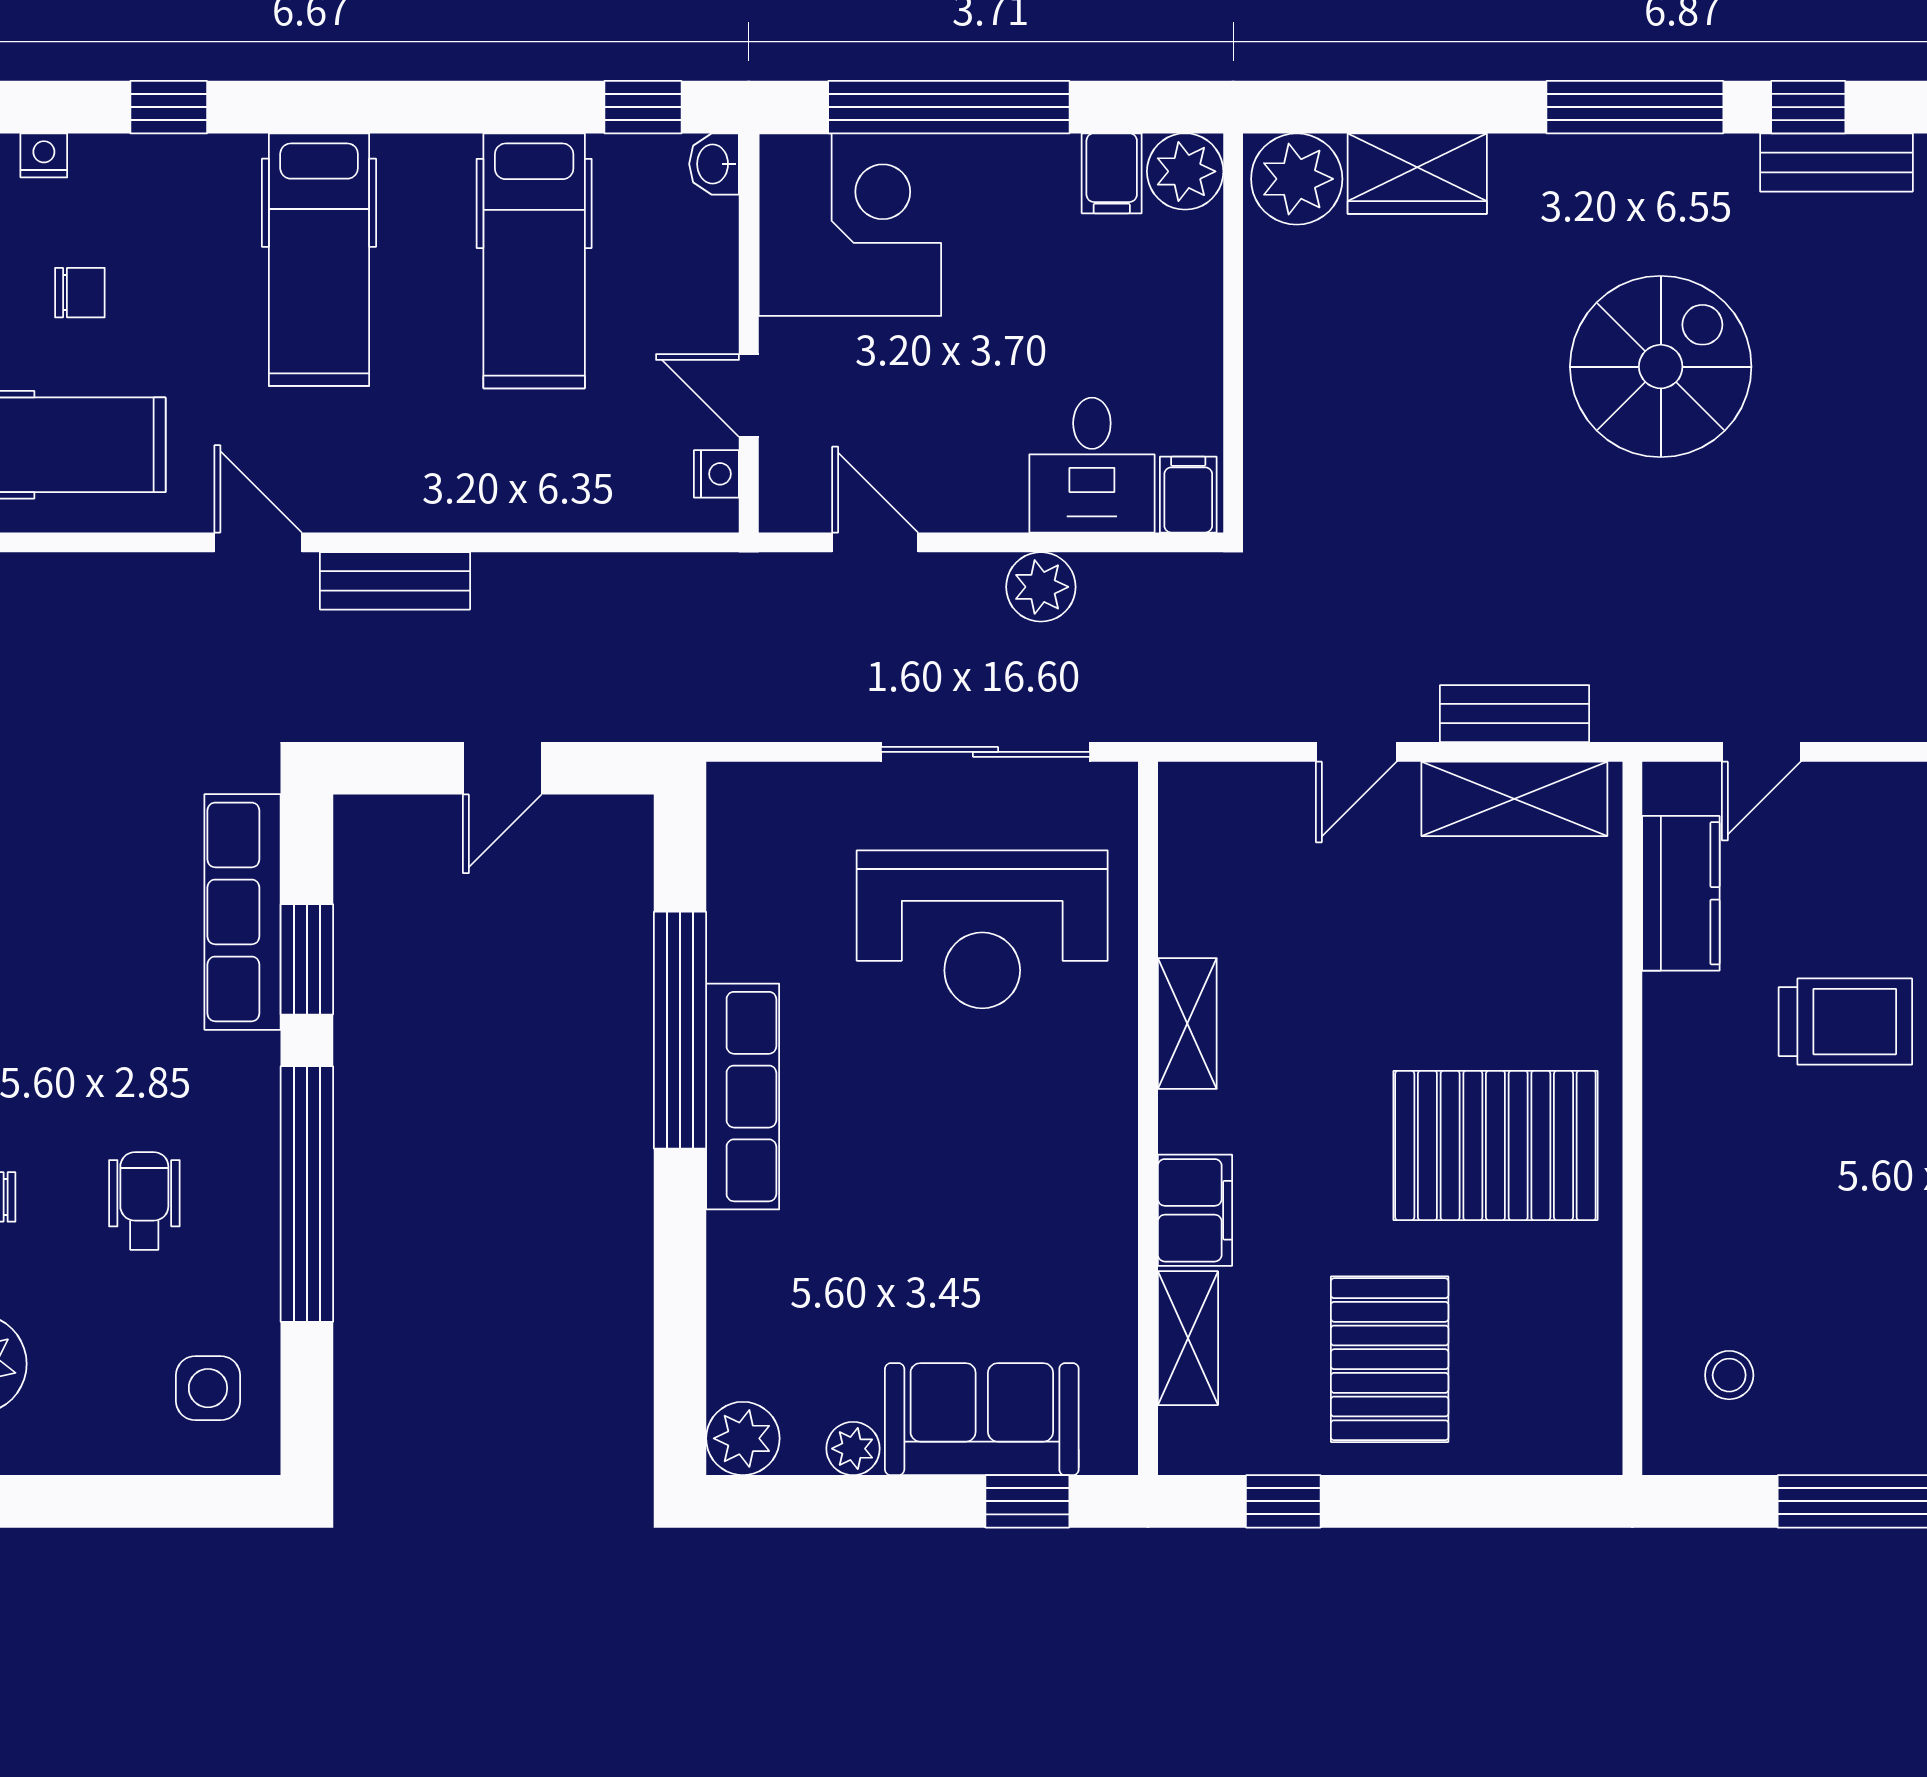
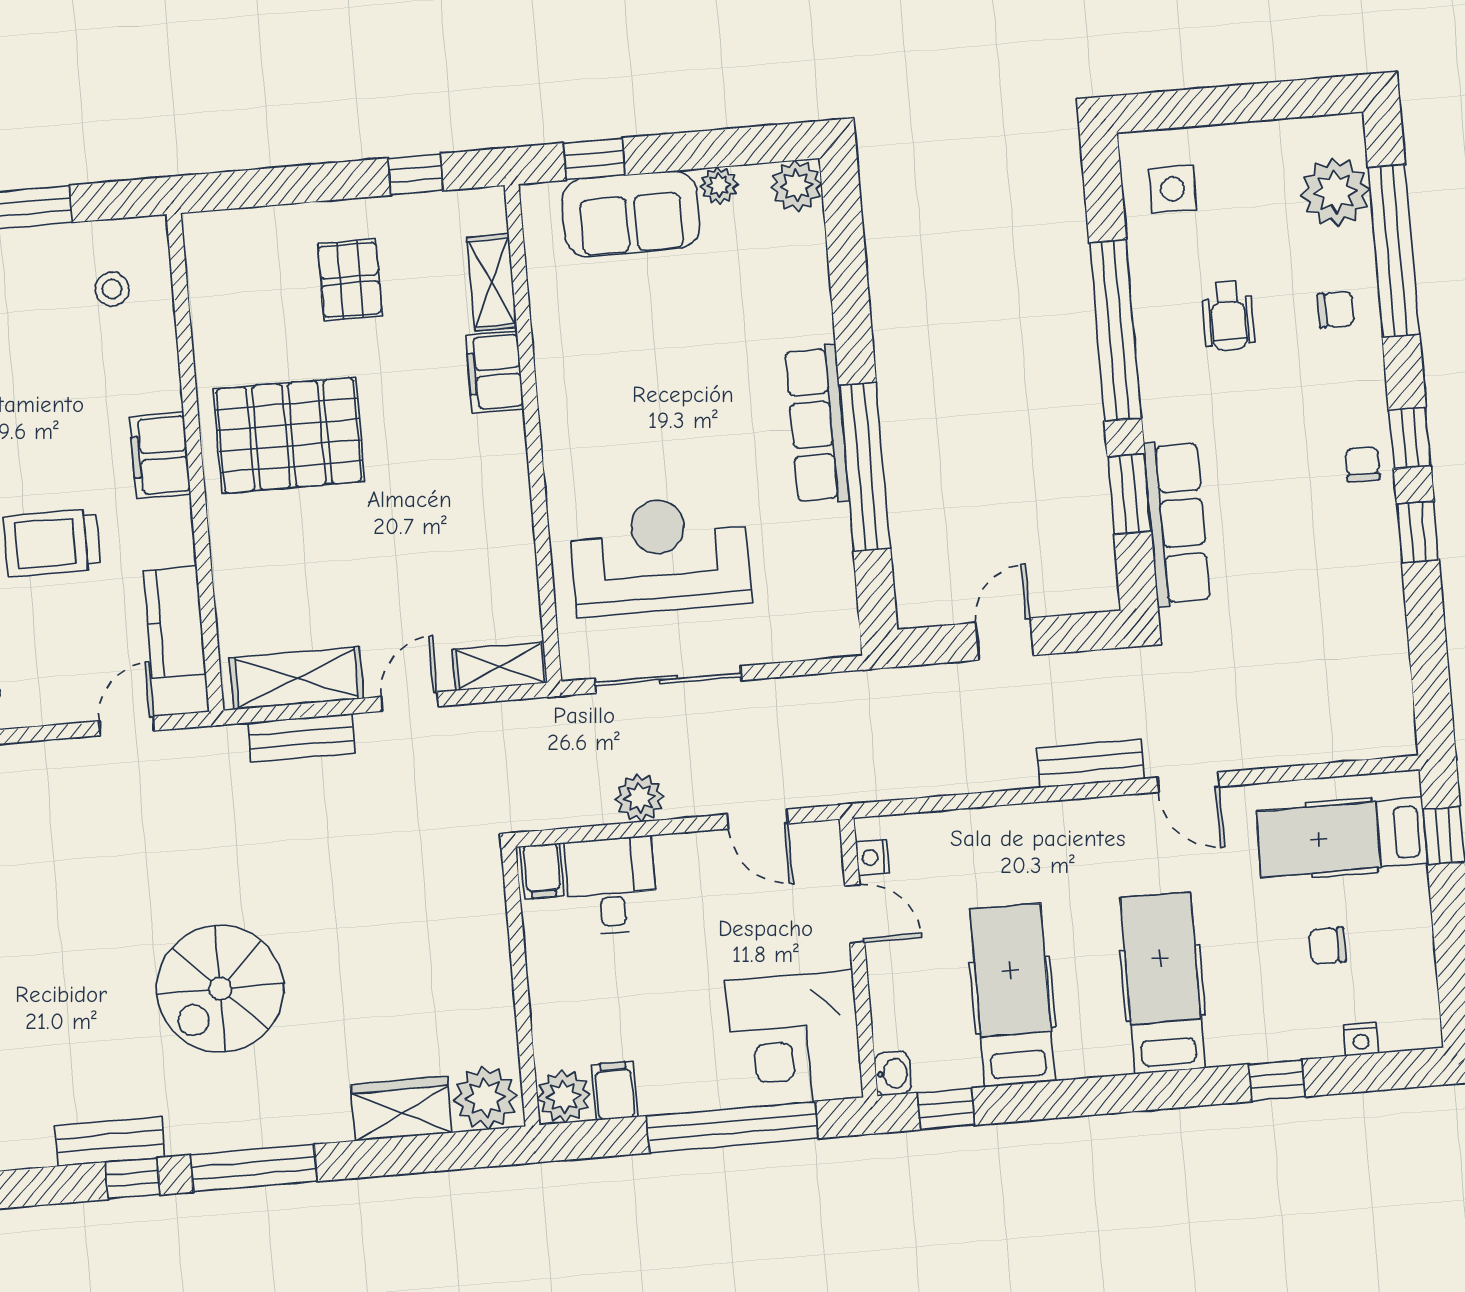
shelving: (1187, 1024) -> (500, 666), moved, turned 90
filing cabinet: (1681, 1133) -> (160, 455), added
pallet: (1390, 1359) -> (350, 280), width x0.67, depth x0.71

